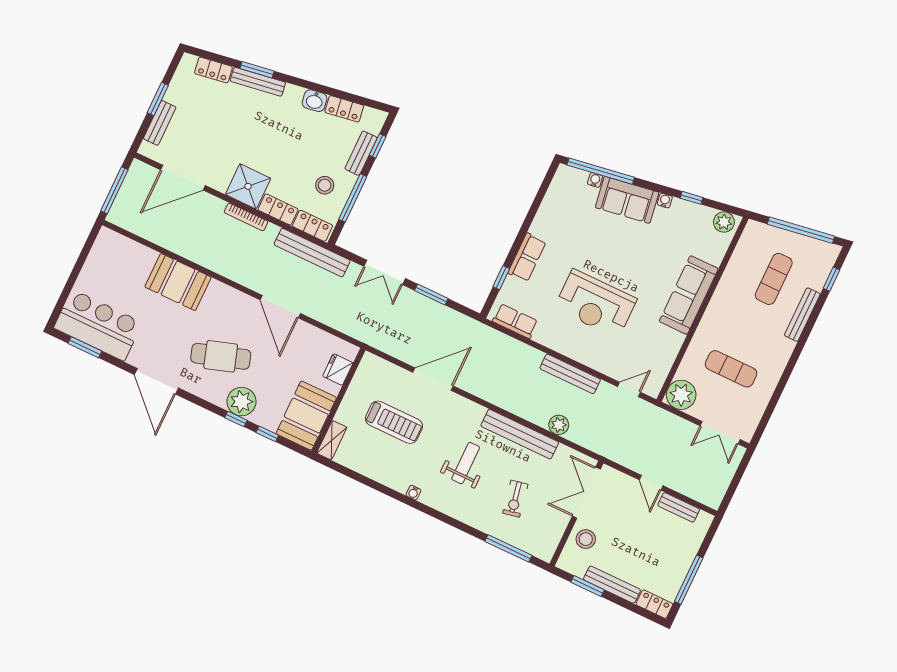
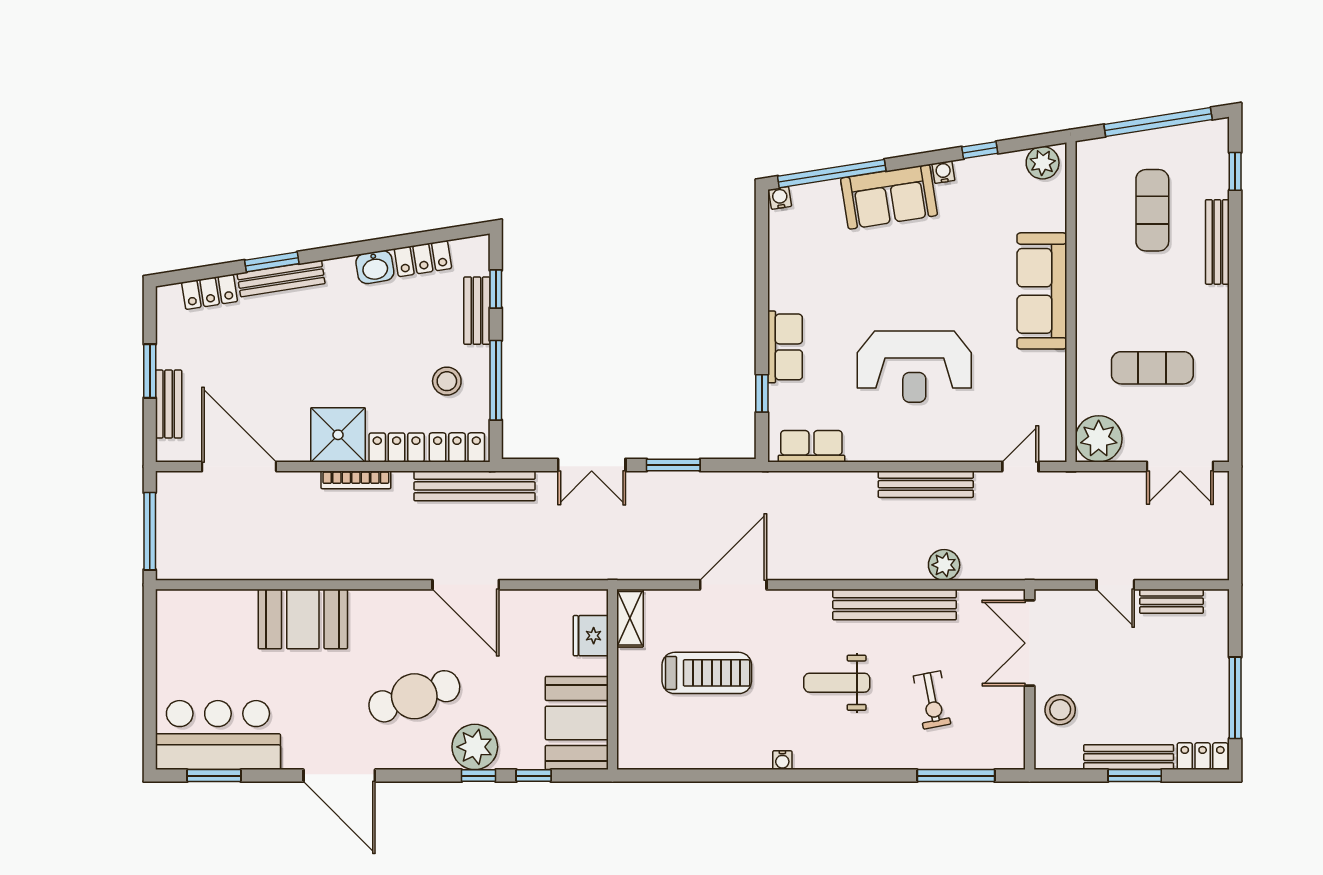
door: (183, 178) -> (239, 466), swing flipped
water cooler: (595, 180) -> (780, 198), moved
shelving: (332, 440) -> (630, 618), moved
weight bench: (466, 463) -> (837, 683), turned -90
window: (588, 586) -> (1135, 776), moved

